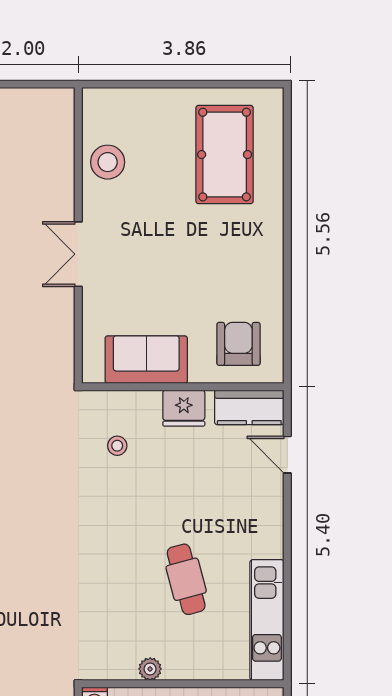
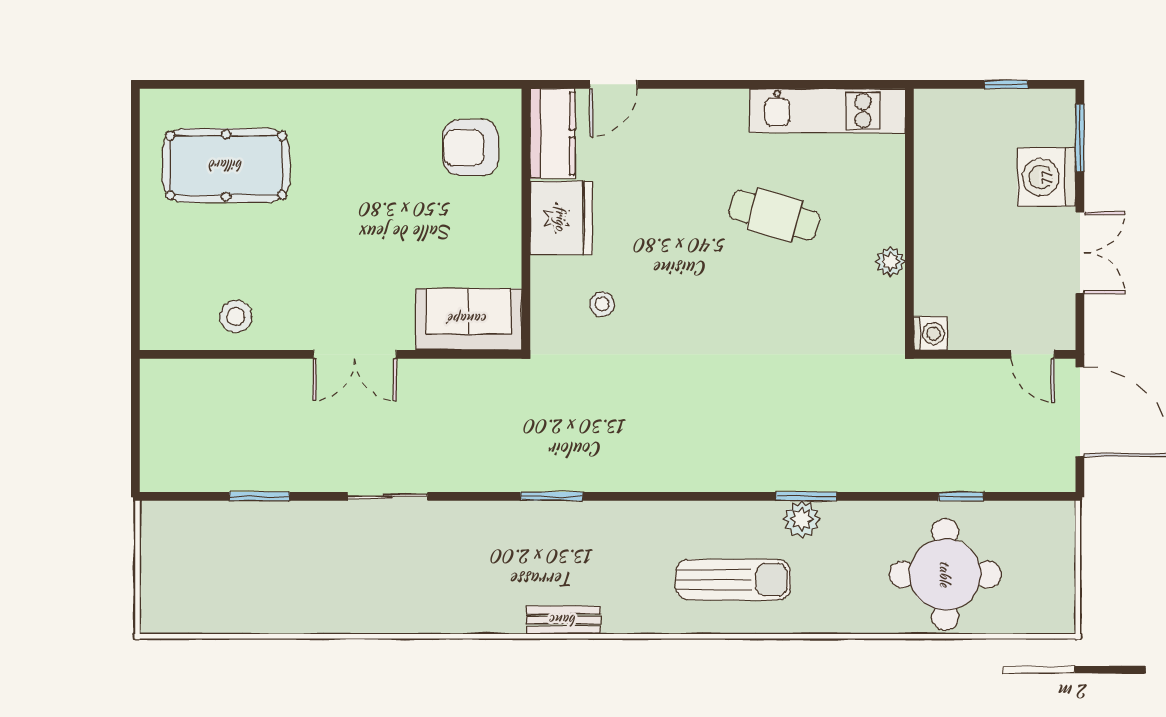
stool: (108, 162) -> (236, 316), width x0.73, depth x0.73
sofa: (146, 360) -> (468, 319), moved, turned 90
fridge: (184, 408) -> (561, 218), width x1.36, depth x1.34
cafe table: (186, 579) -> (775, 215), turned 31

